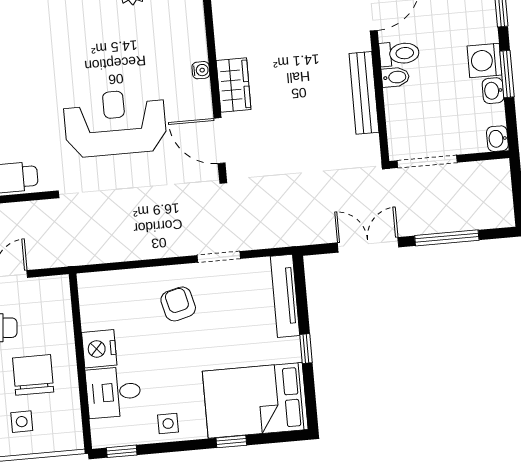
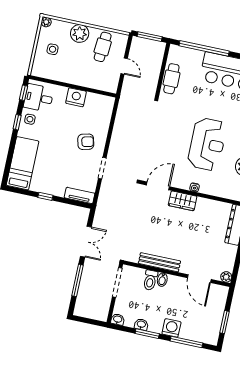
toilet: (399, 54) -> (150, 280), moved
washing machine: (484, 61) -> (171, 328), moved
reception desk: (115, 123) -> (207, 144), moved
tv unit: (285, 296) -> (80, 195), width x0.71
chair: (33, 375) -> (73, 62), removed
desk: (114, 392) -> (39, 98), moved, turned -90
bed: (255, 400) -> (23, 163), width x0.67
window: (231, 442) -> (17, 122), moved

